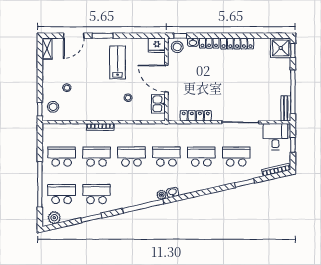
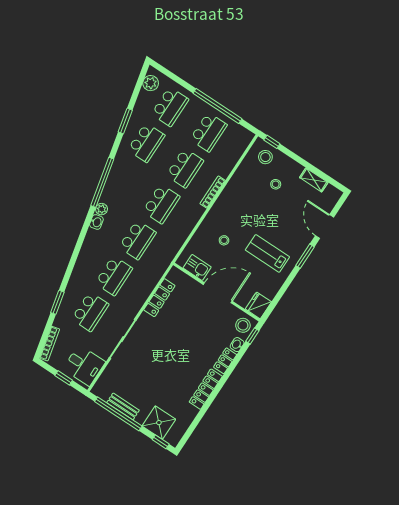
shower: (281, 48) -> (159, 423), moved
shelving: (47, 49) -> (314, 180), moved
lab bench: (118, 62) -> (267, 253), turned 180
bench: (286, 108) -> (123, 406), moved
window: (40, 184) -> (217, 106), moved

